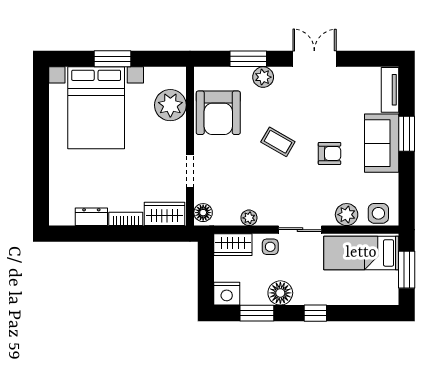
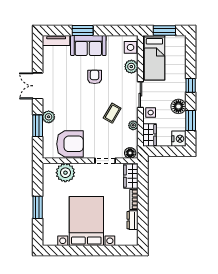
bed with nightstands: (96, 108) -> (86, 221), moved, turned -90
coffee table: (278, 142) -> (112, 113), moved

